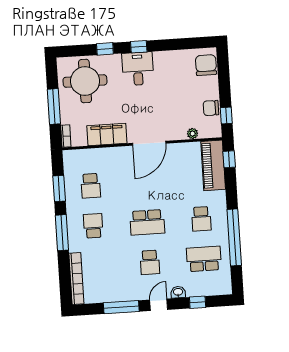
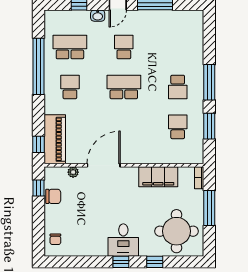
chair: (206, 65) -> (55, 239), width x0.54, depth x0.54
door: (149, 143) -> (104, 165), moved
school desk: (204, 259) -> (70, 47), turned 180
bookcase: (76, 279) -> (198, 36), removed

